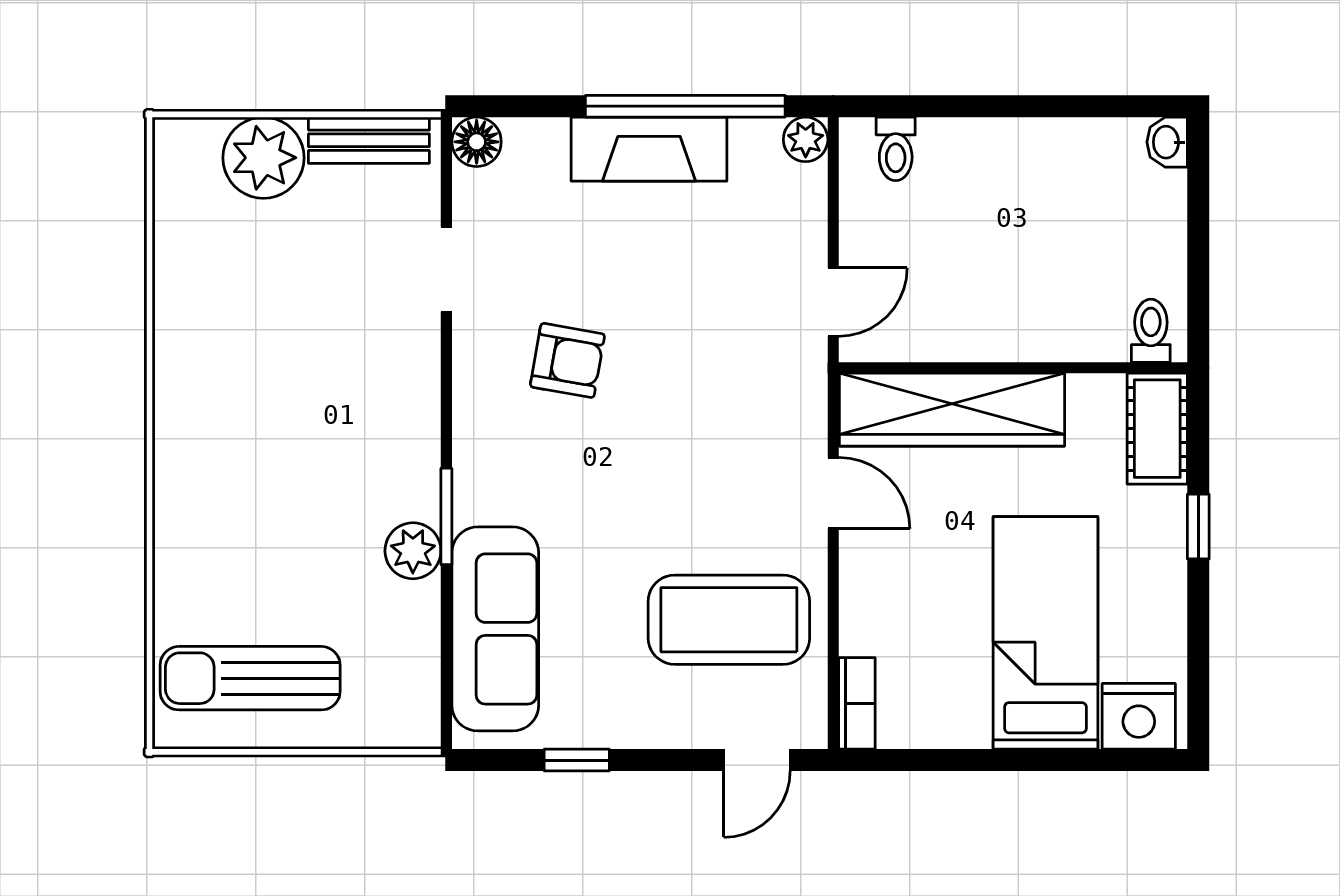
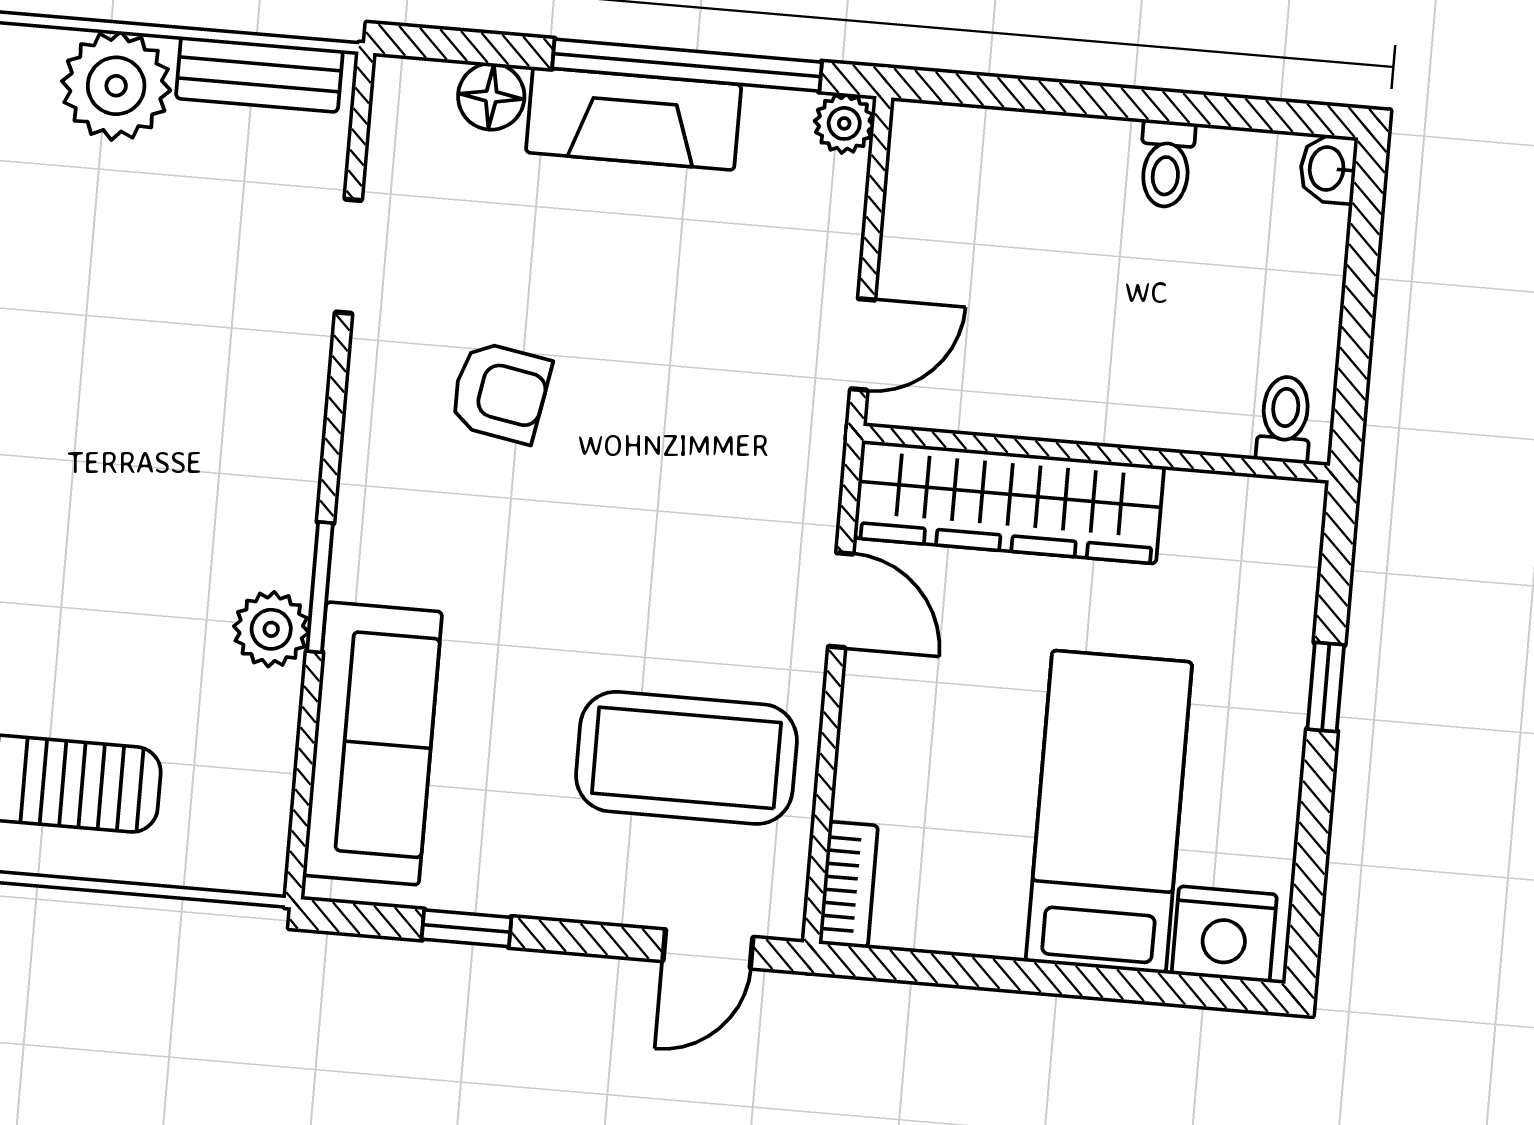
floor lamp: (477, 142) -> (491, 96), moved
toilet: (896, 149) -> (1166, 164), moved
cot: (1157, 429) -> (1282, 551), removed

